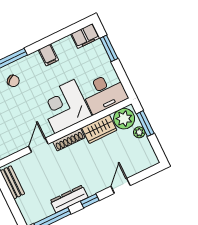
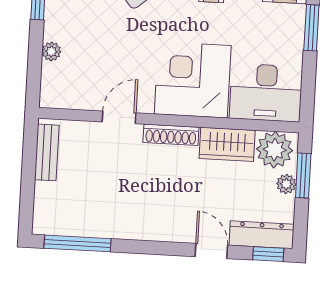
door: (121, 186) -> (211, 251), hinge flipped
dresser: (69, 199) -> (262, 235), moved
window: (90, 201) -> (268, 254), moved

